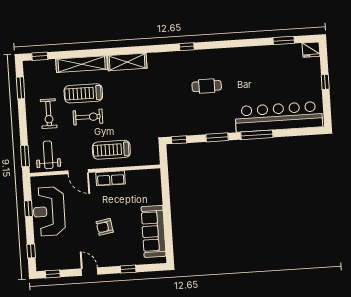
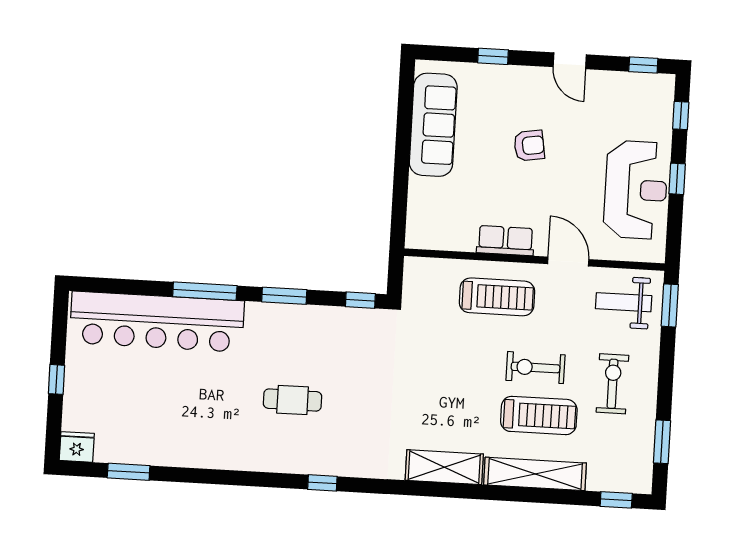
weight bench: (48, 155) -> (624, 302), turned 90
window: (28, 209) -> (677, 179), moved

